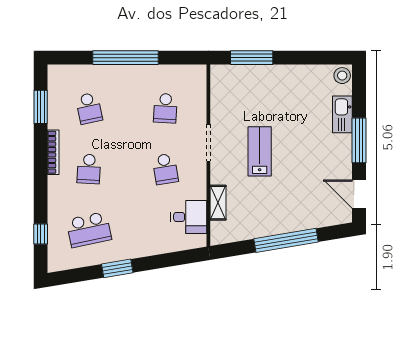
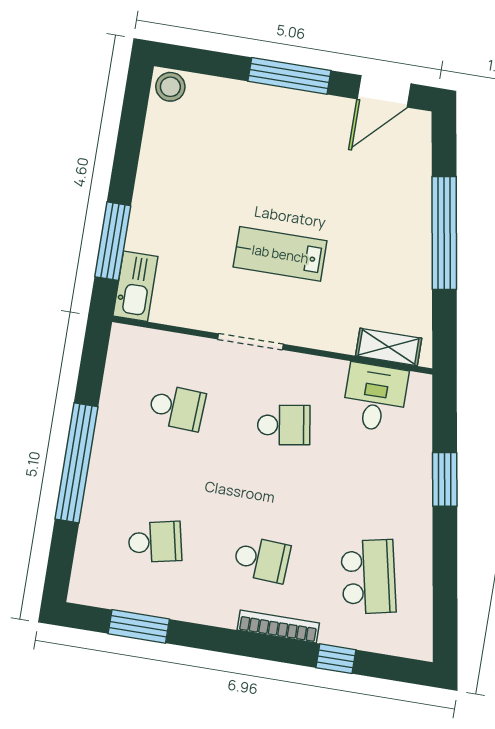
kitchen sink: (342, 114) -> (135, 286), moved, turned -90
bookcase: (53, 152) -> (278, 627), moved
shelving: (218, 203) -> (389, 347), moved
window: (41, 234) -> (336, 659), moved
window: (117, 268) -> (445, 479), moved

